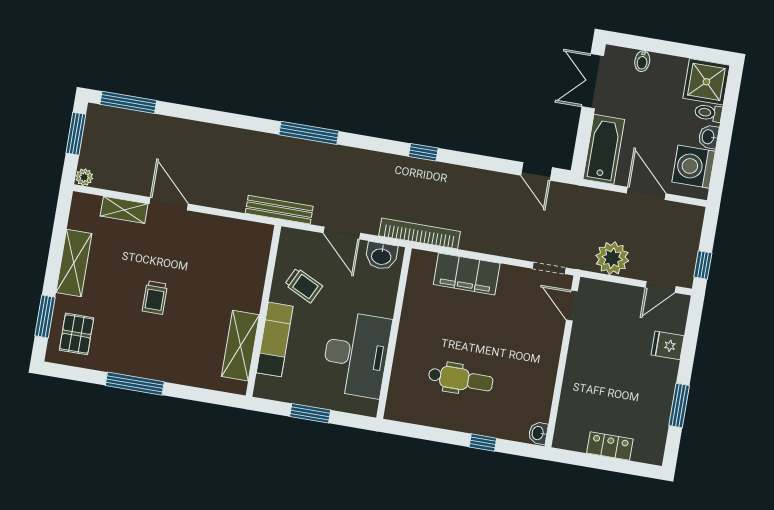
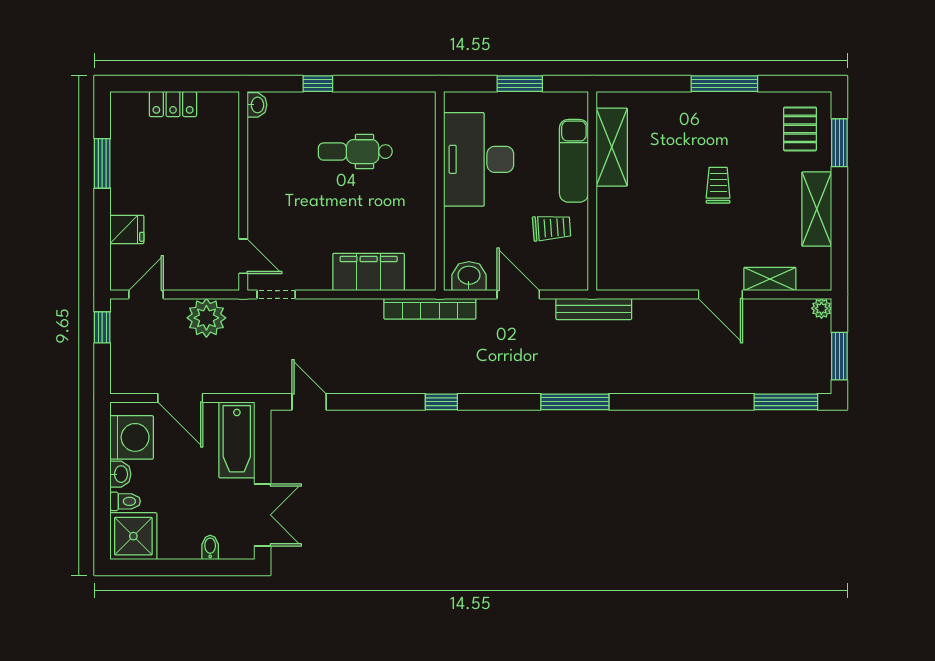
trolley: (304, 285) -> (552, 228), turned 150

